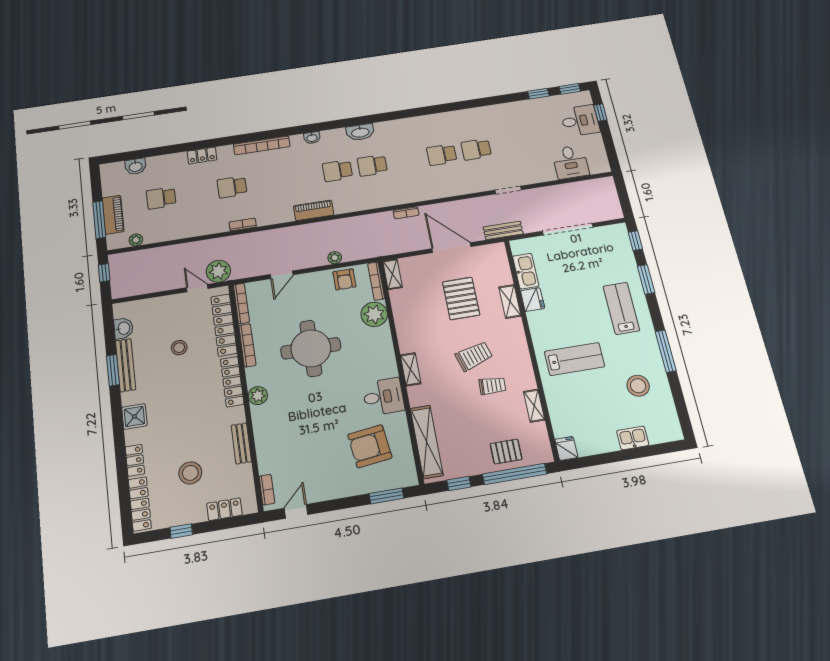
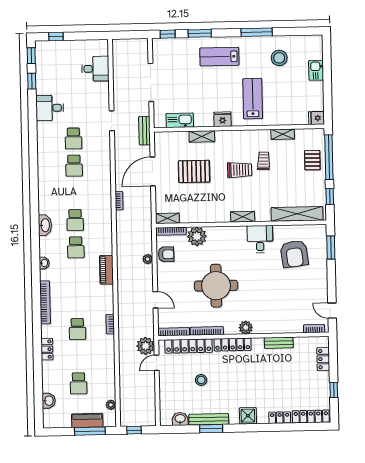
desk: (580, 121) -> (50, 108), moved, turned -90
fridge: (533, 300) -> (223, 119), moved
trolley: (474, 356) -> (240, 170), turned 107
stool: (190, 473) -> (294, 380), removed

